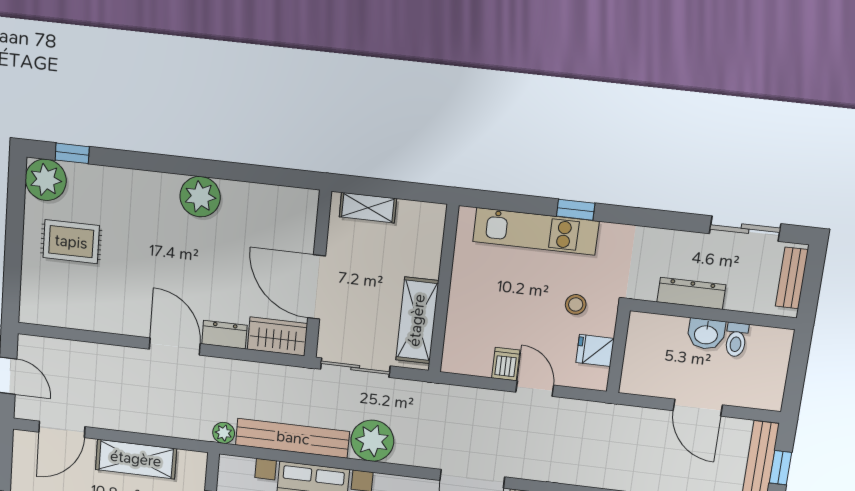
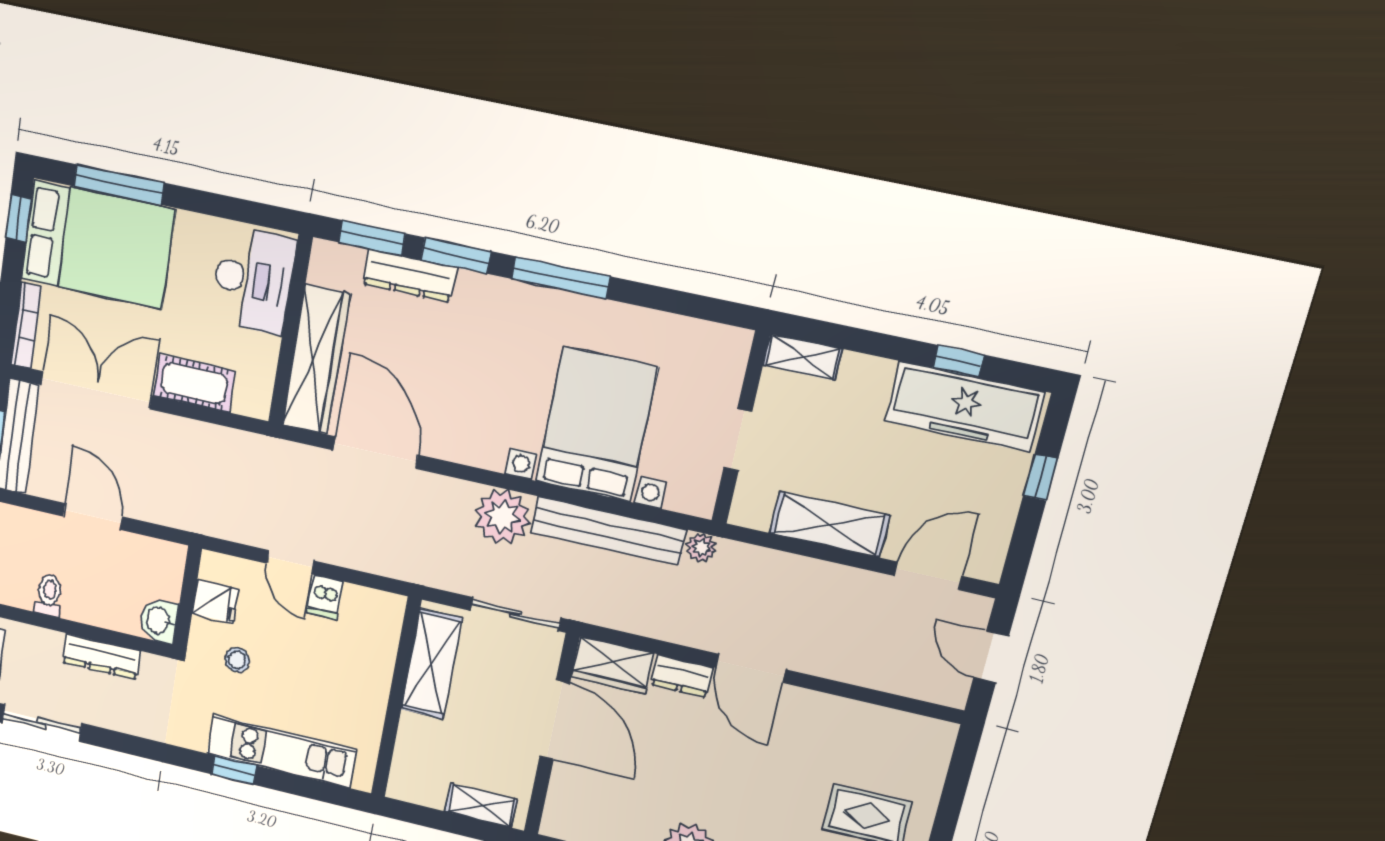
washbasin: (706, 334) -> (159, 621), moved, turned -90

